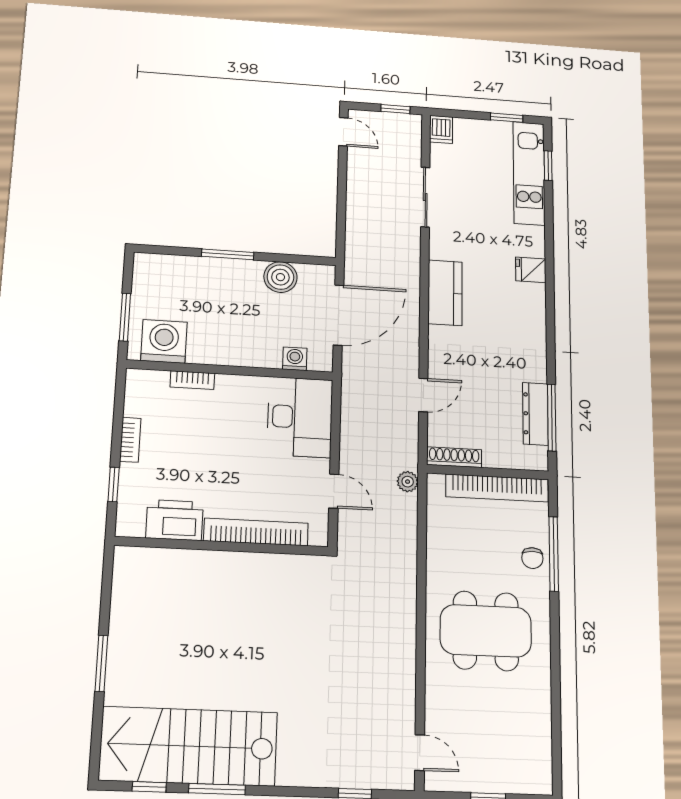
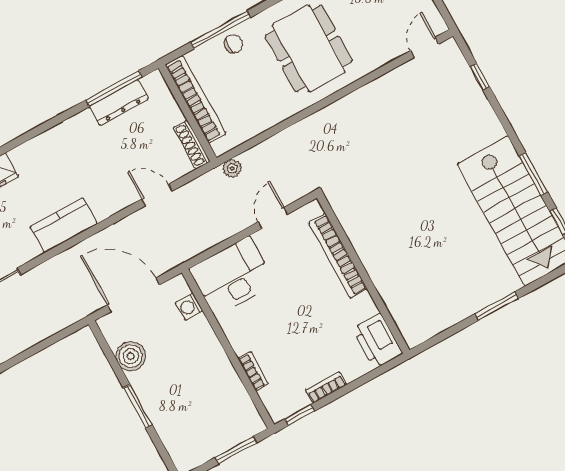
washing machine: (164, 341) -> (236, 410), removed
window: (114, 484) -> (299, 415), moved
printer: (175, 520) -> (377, 341), moved

